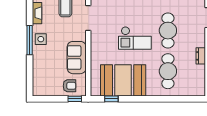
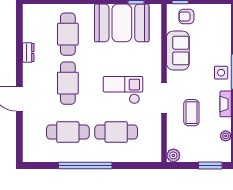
checkout: (135, 38) -> (123, 90), moved

